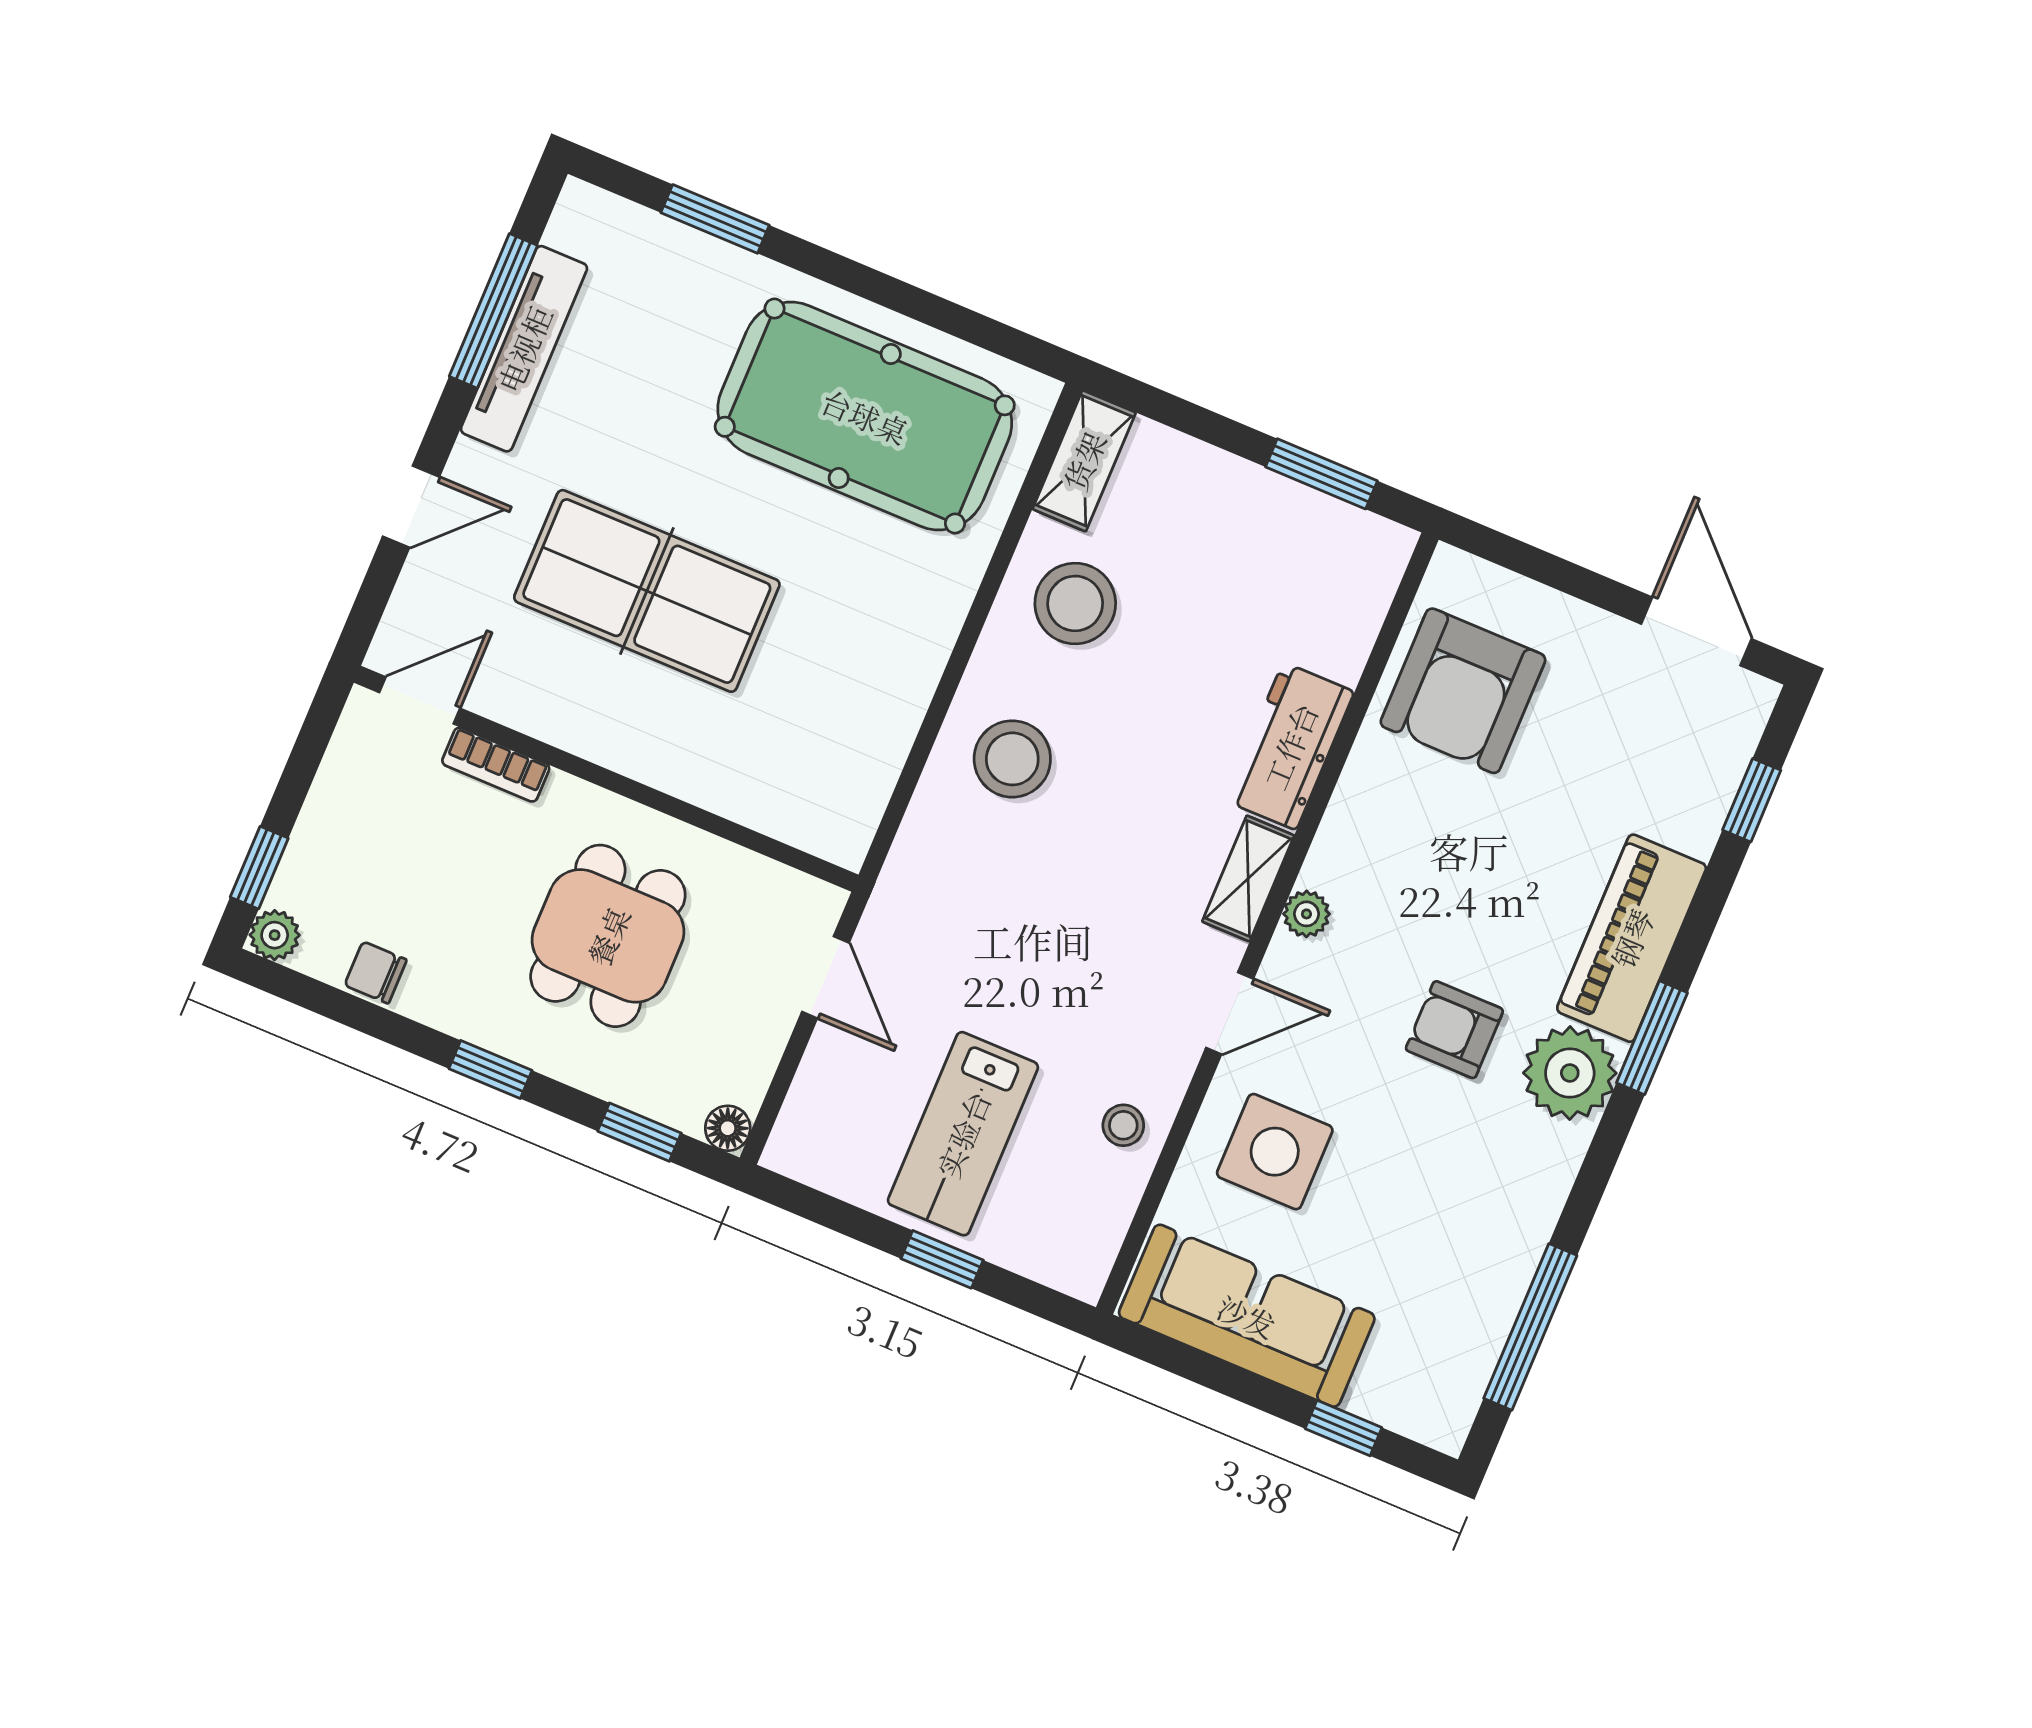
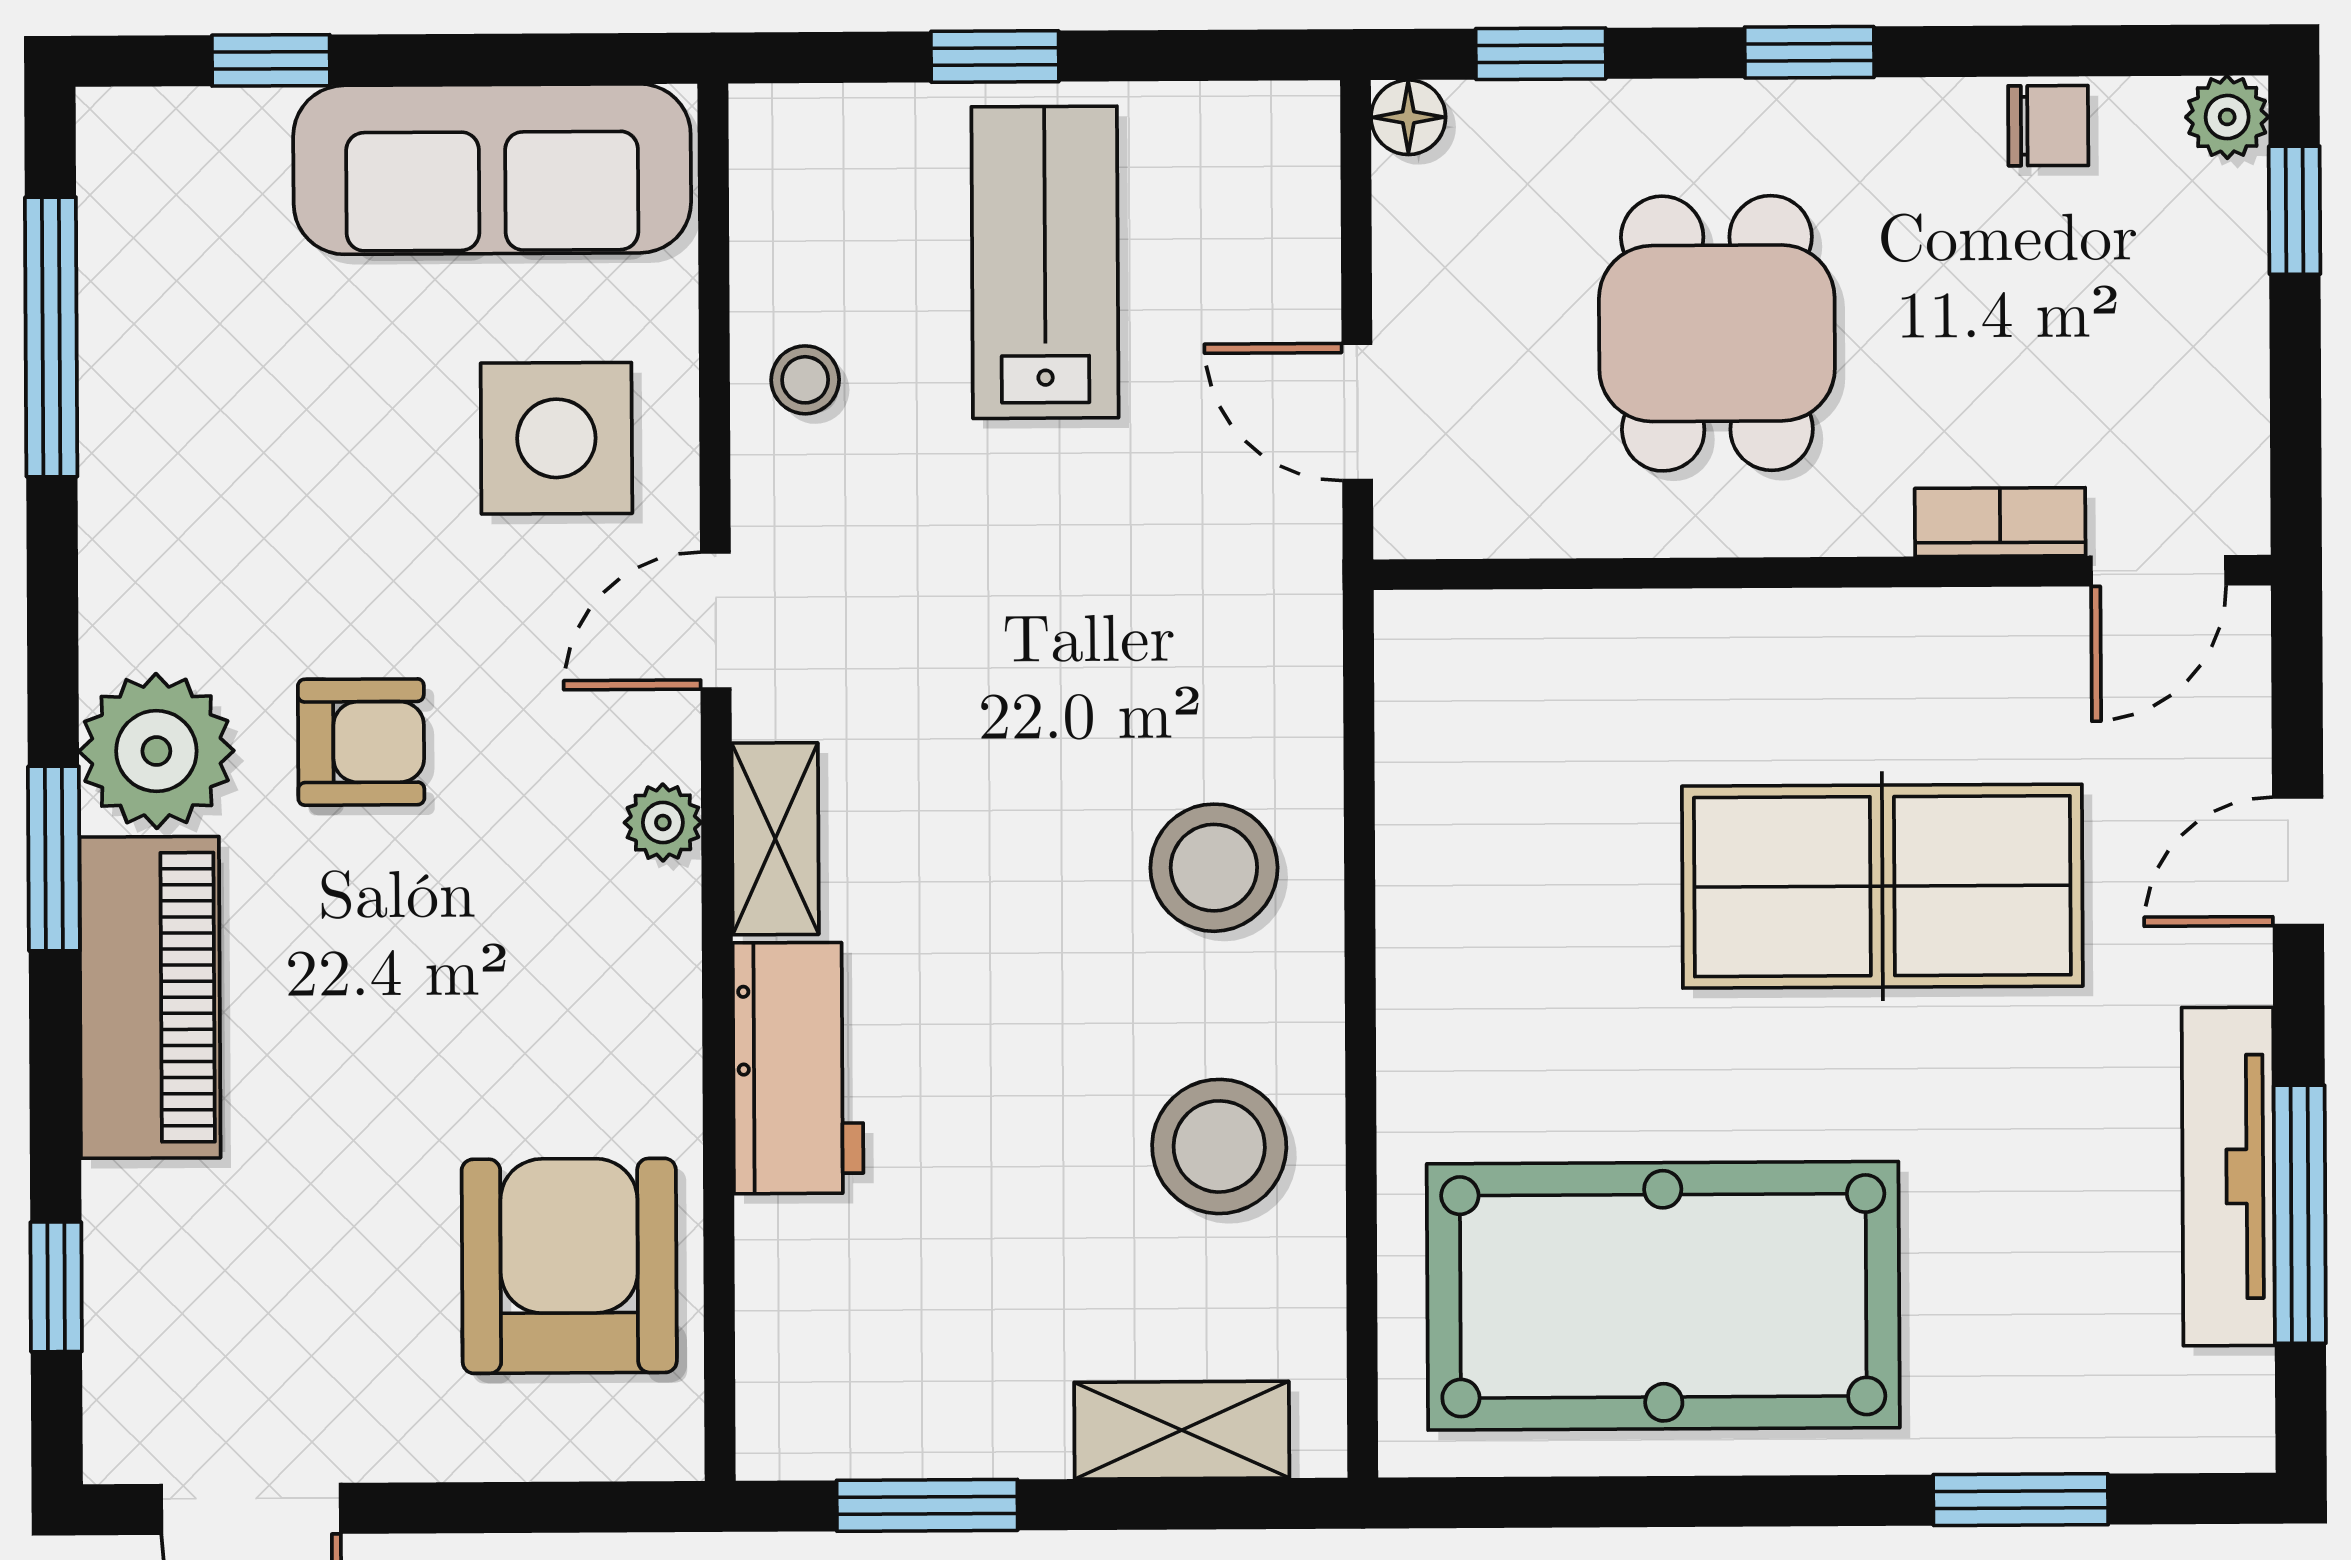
shelving: (1084, 461) -> (1182, 1430), moved, turned 90

